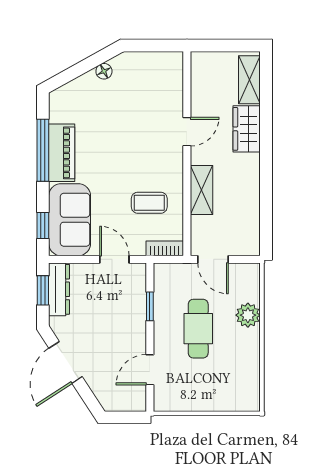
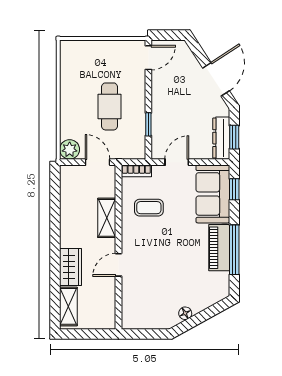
door: (114, 259) -> (177, 162), swing flipped
plant: (248, 315) -> (70, 149), moved
door: (150, 370) -> (148, 58), moved

